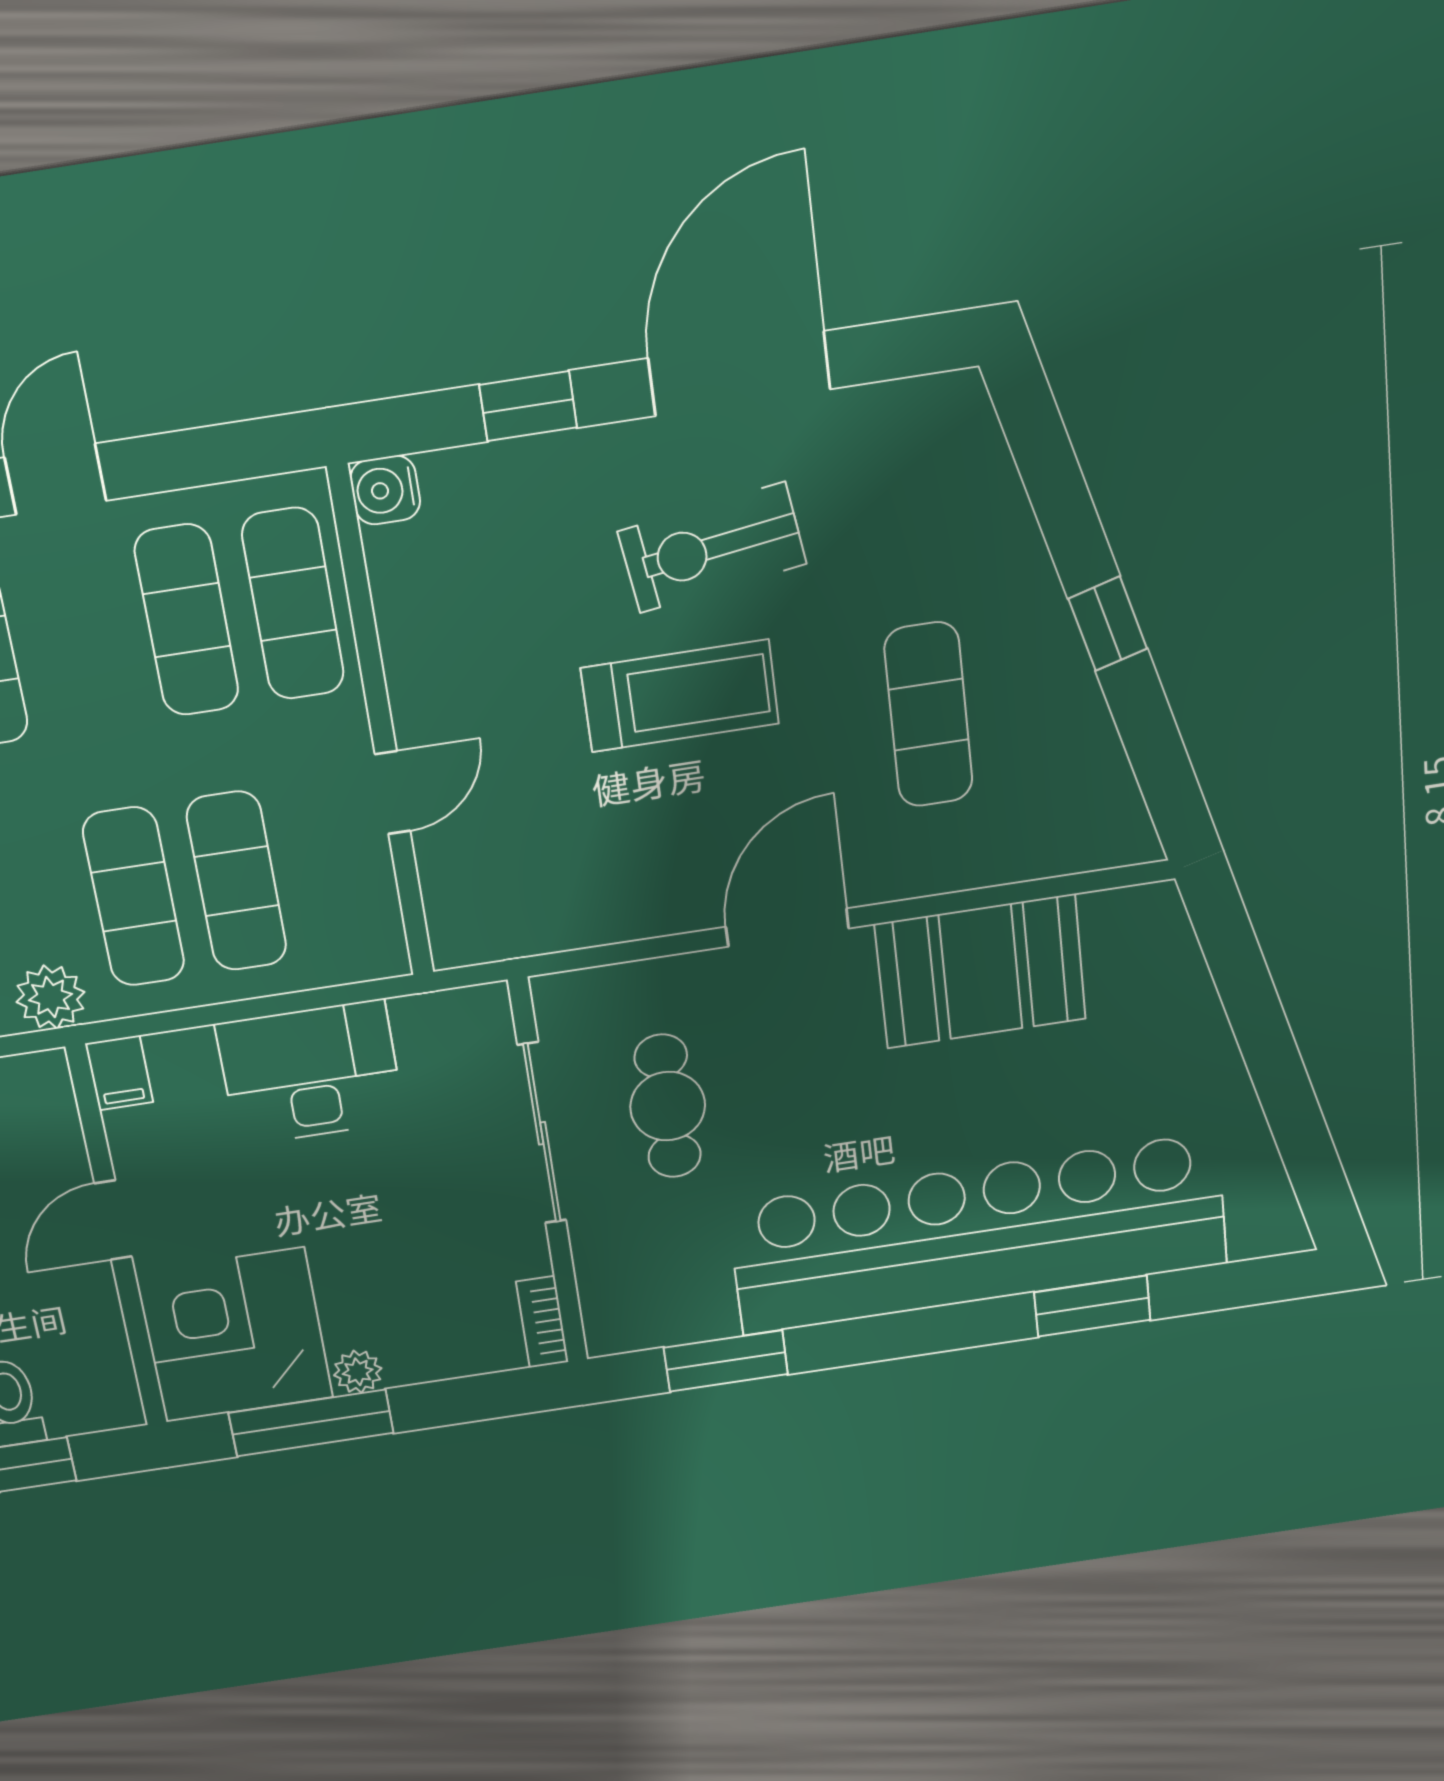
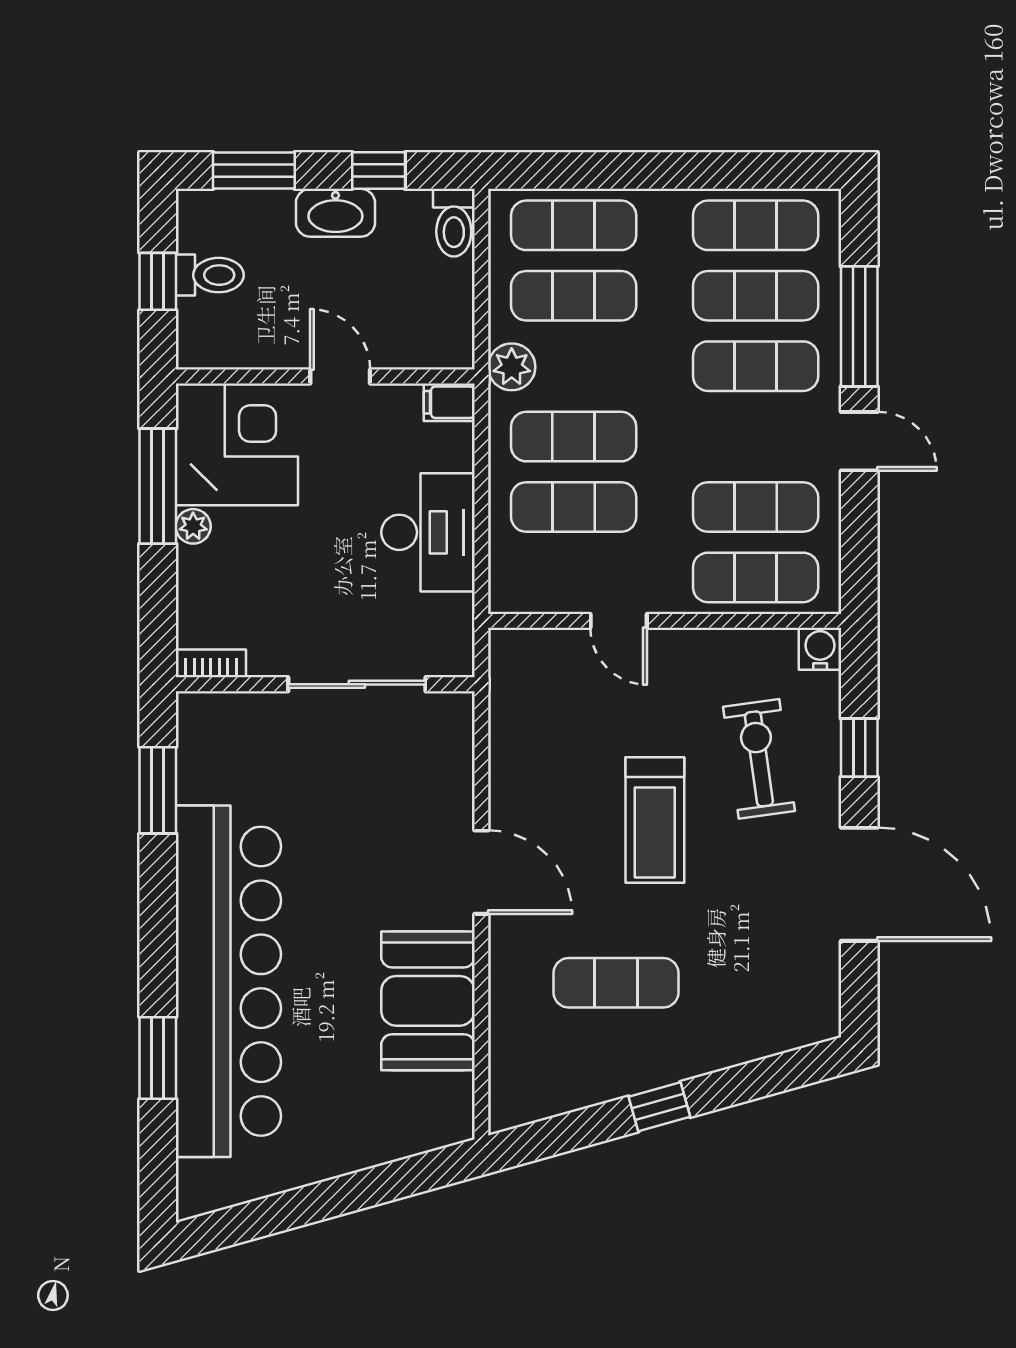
exercise bike: (712, 548) -> (759, 759), moved
cafe table: (668, 1106) -> (363, 774), removed

